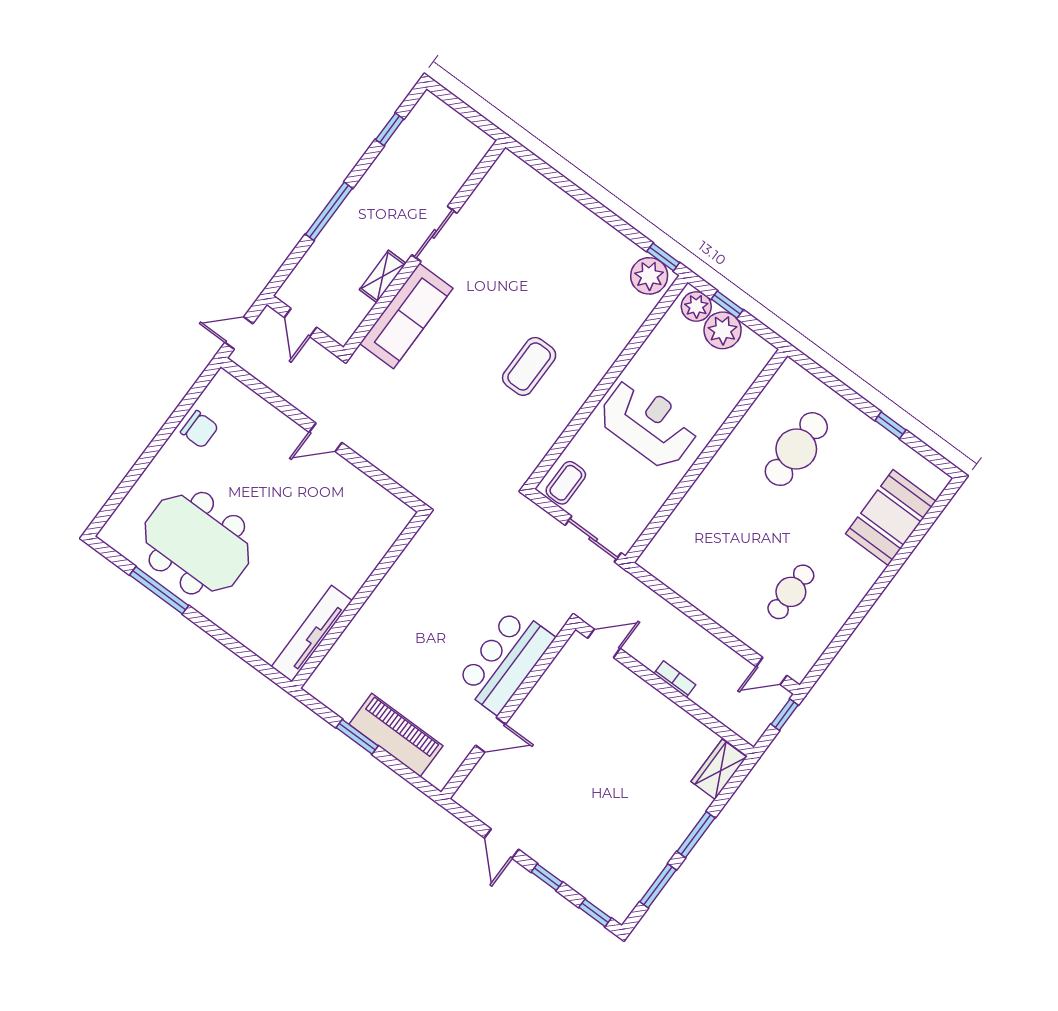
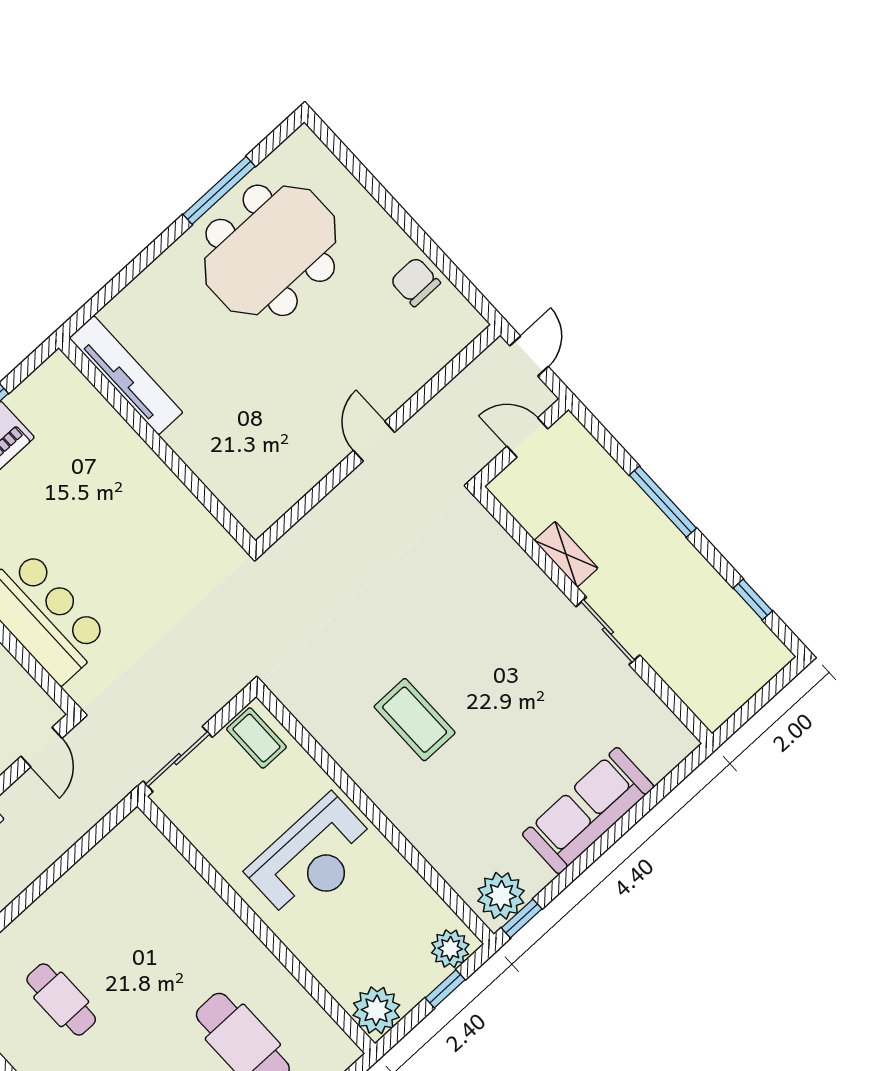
sofa: (406, 316) -> (588, 811), moved, turned 90
plant: (723, 330) -> (376, 1010), moved
chair: (200, 429) -> (415, 282), turned 90

